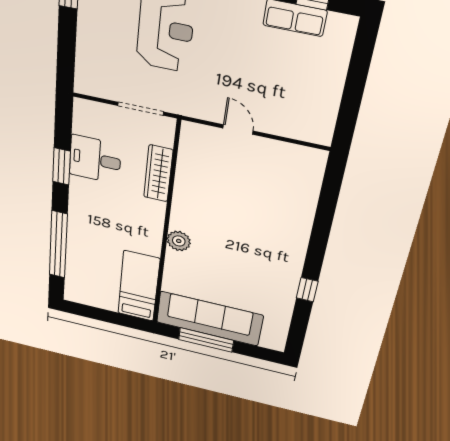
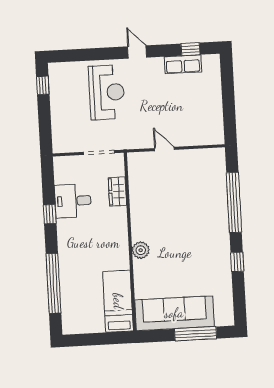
window: (61, 166) -> (50, 214), width x0.67
wardrobe: (158, 174) -> (117, 192), width x0.67
window: (323, 222) -> (234, 202), added
window: (206, 340) -> (196, 334), moved

